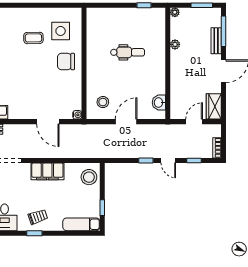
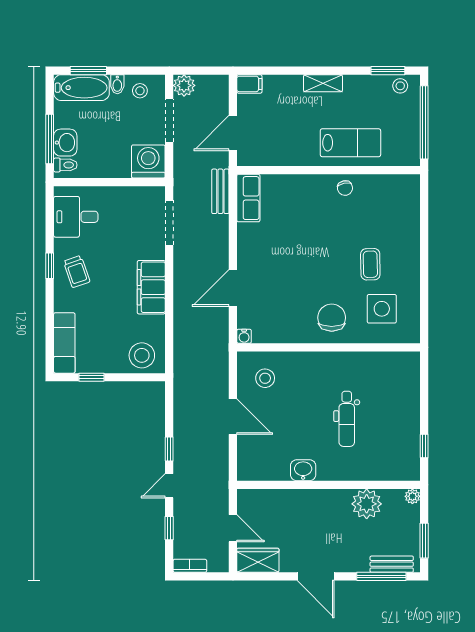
bench: (216, 41) -> (392, 564), moved
plant: (175, 44) -> (367, 504), width x1.88, depth x1.88
washbasin: (159, 103) -> (303, 470), moved

